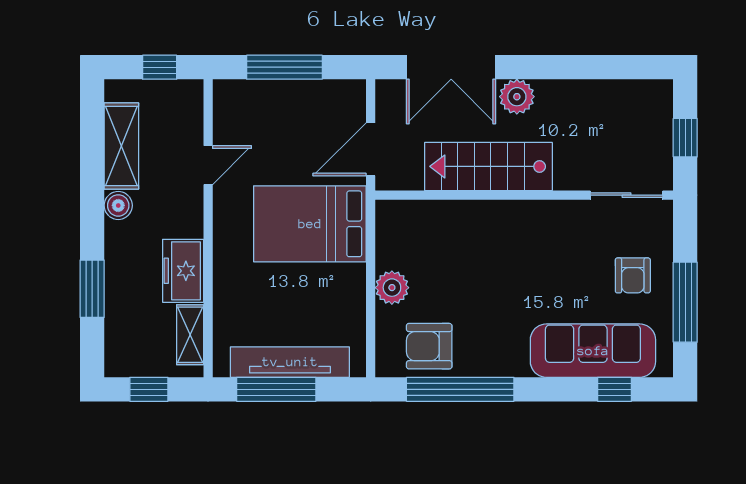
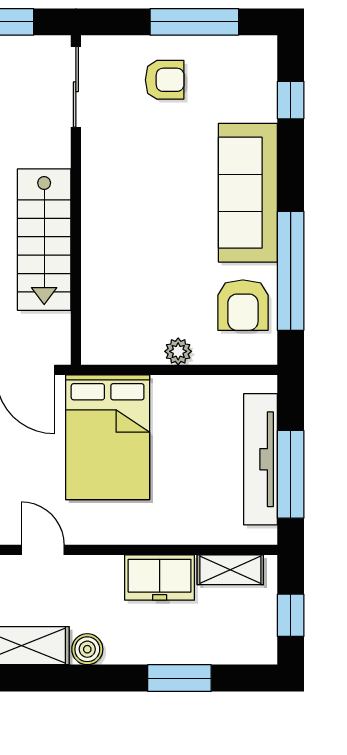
plant: (392, 288) -> (178, 351), width x0.73, depth x0.73
sofa: (593, 351) -> (248, 193), moved

